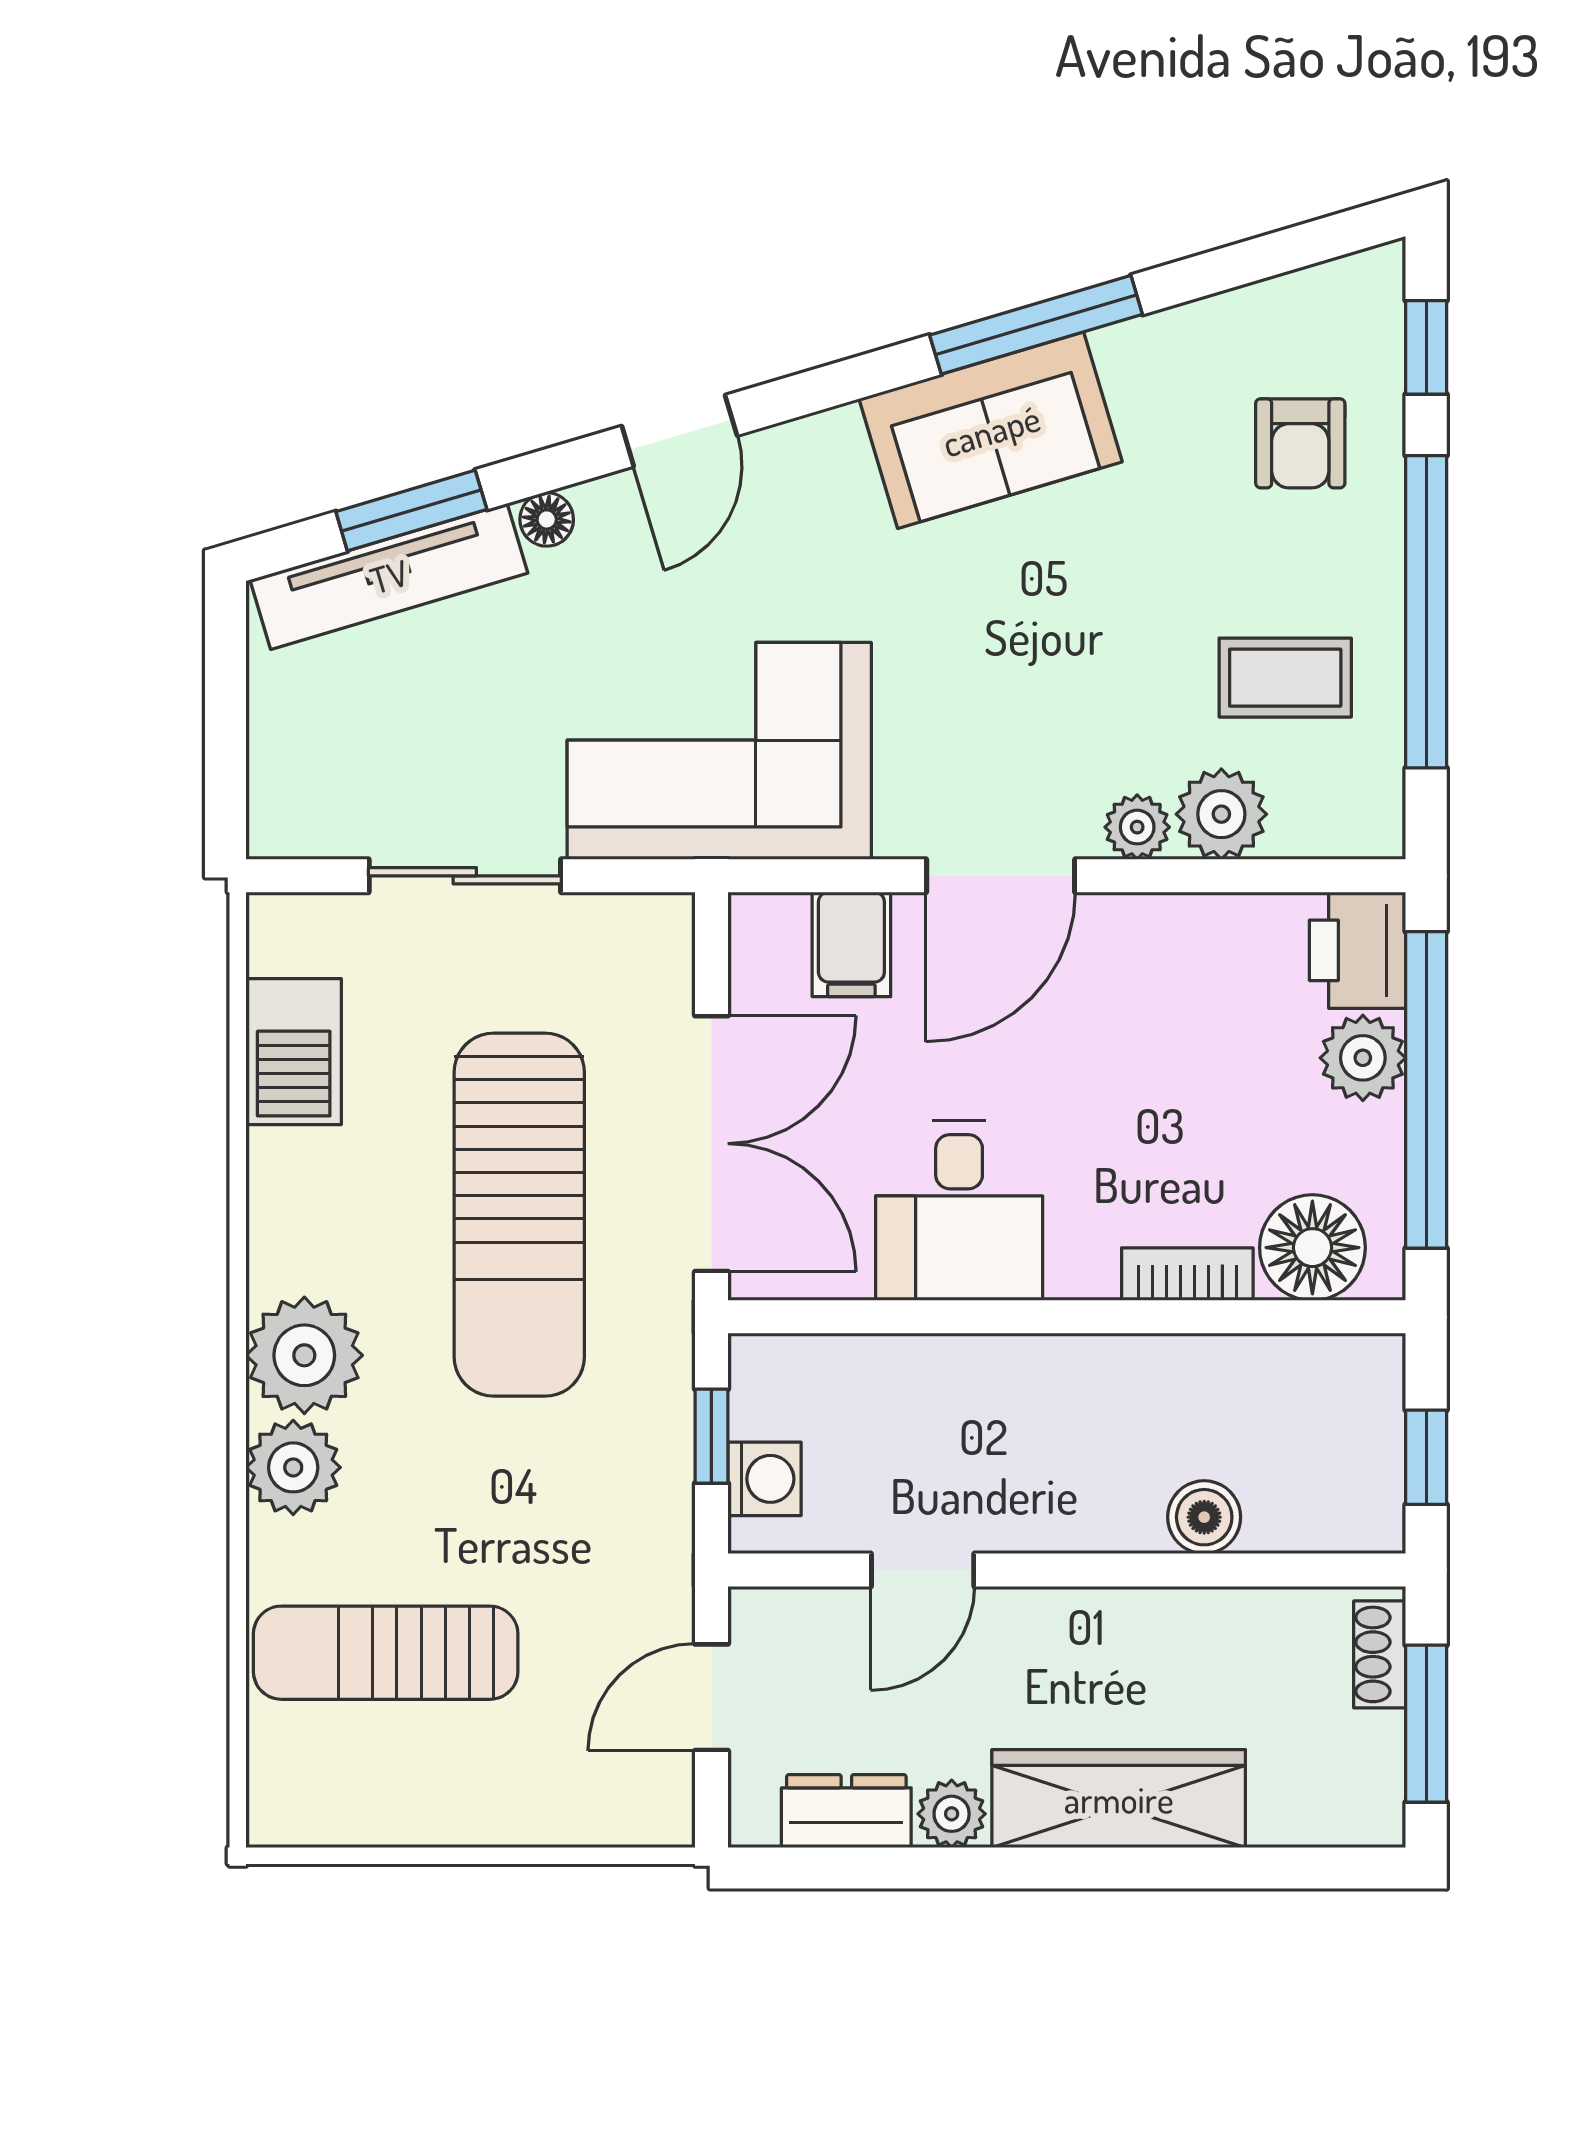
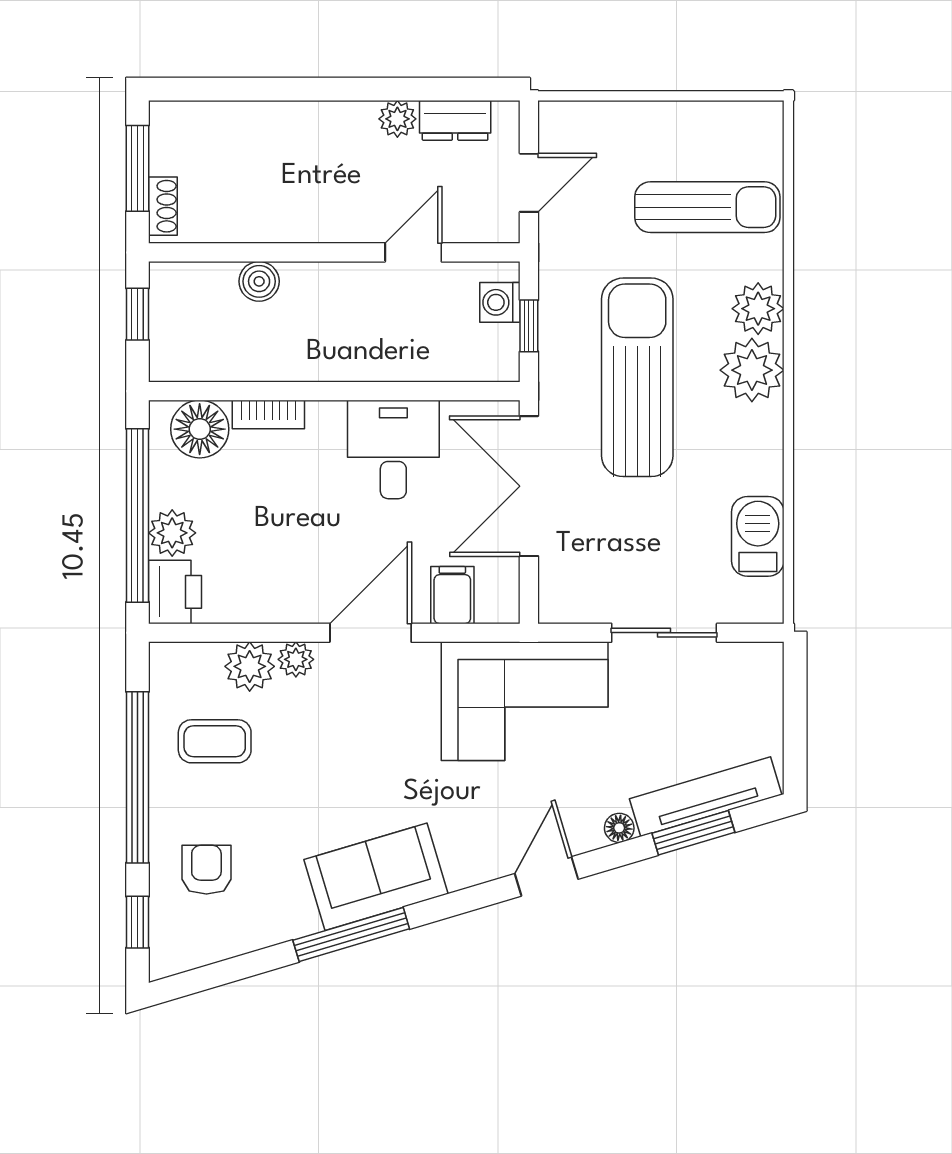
sun lounger: (519, 1215) -> (637, 377), moved
wardrobe: (1119, 1799) -> (306, 127), removed

